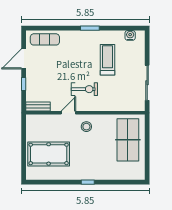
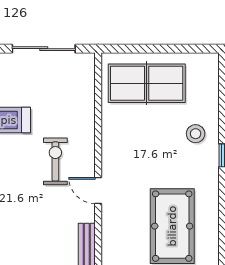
stool: (86, 127) -> (196, 134), moved

